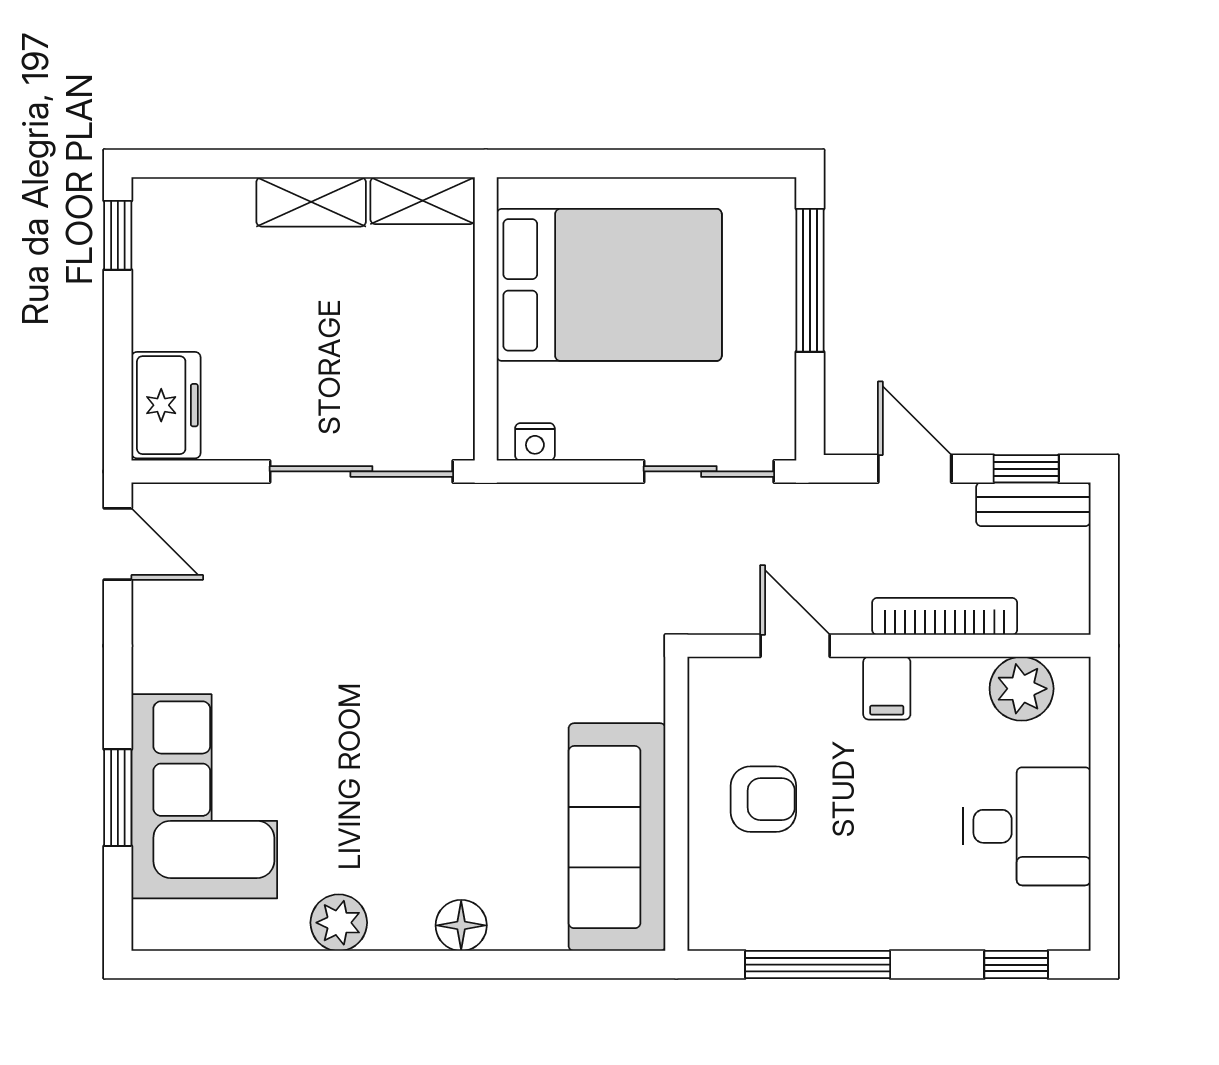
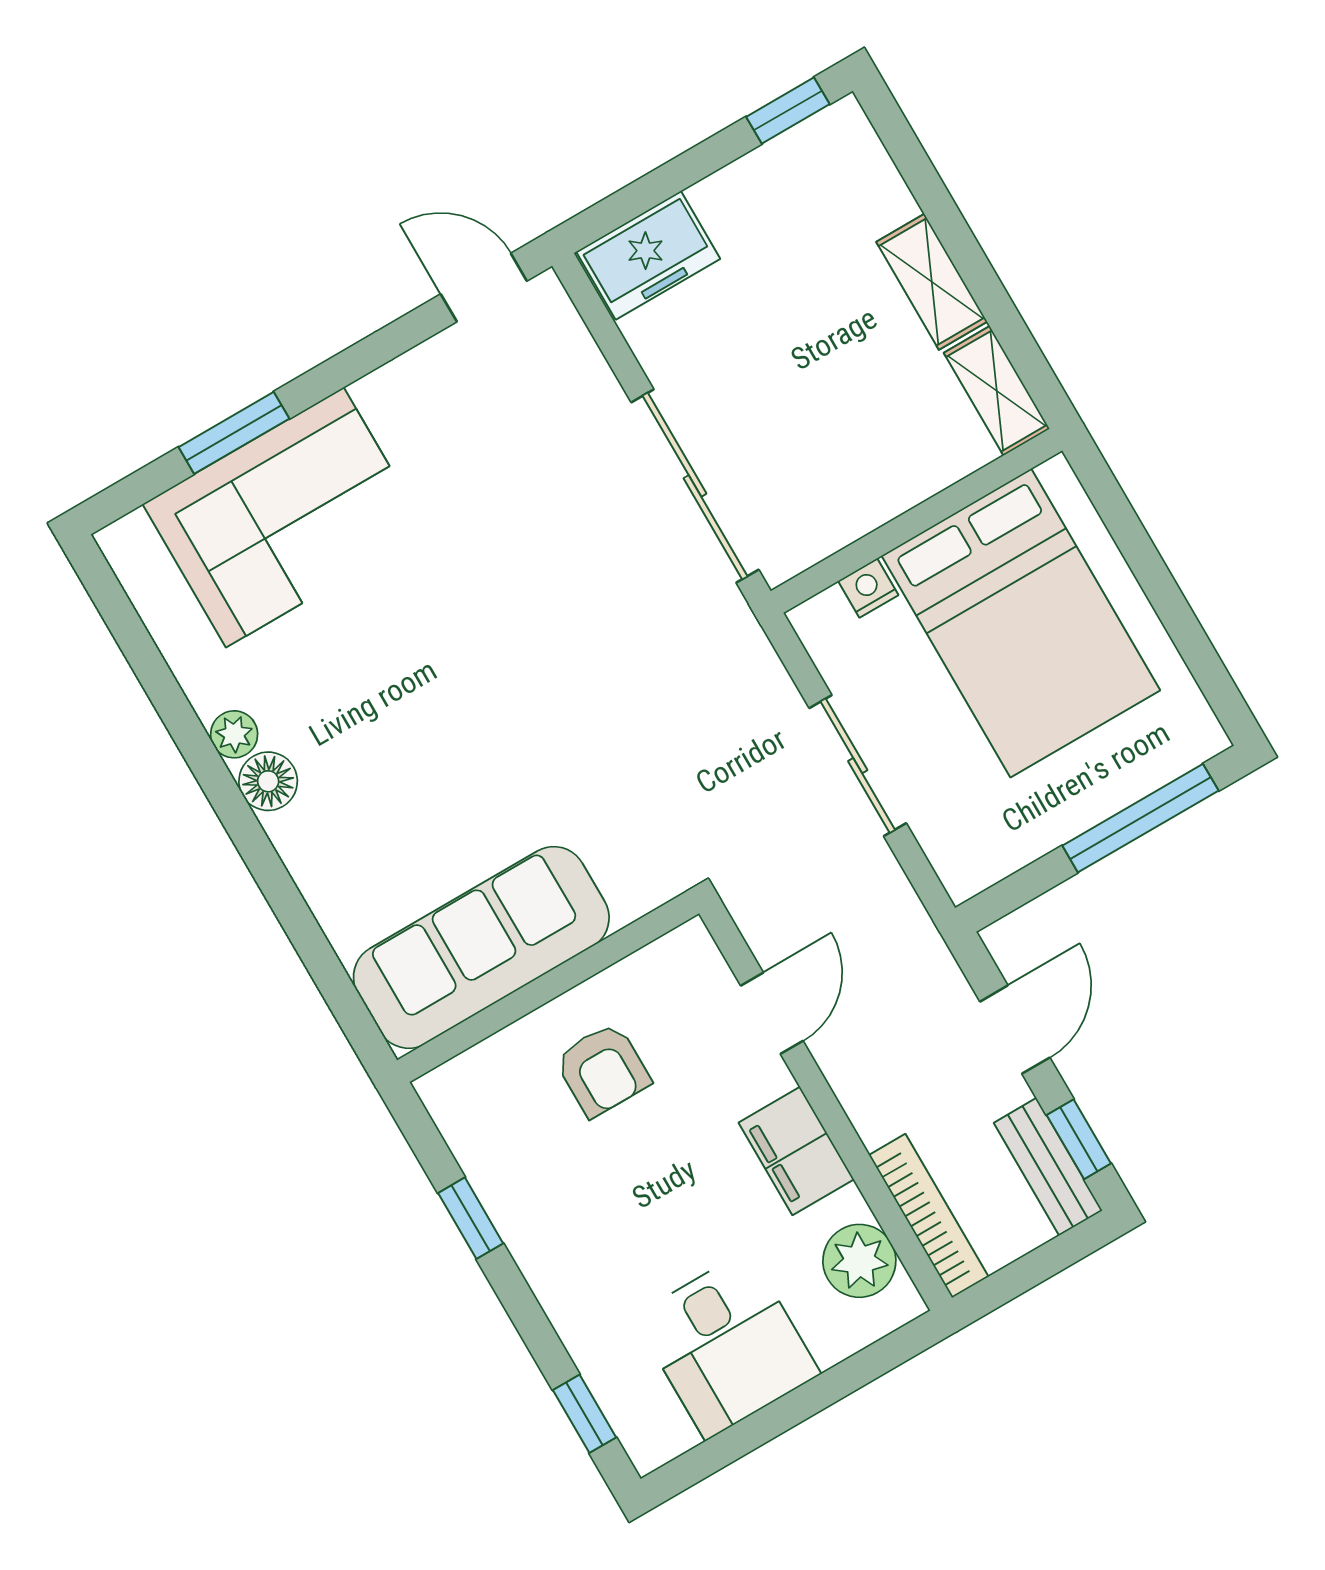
nightstand: (535, 442) -> (868, 588), moved, turned 90
sliding door: (709, 471) -> (858, 766), moved
door: (118, 544) -> (484, 287), swing flipped
bookcase: (945, 616) -> (929, 1216), moved
filing cabinet: (887, 688) -> (796, 1151), width x2.00
plant: (339, 923) -> (234, 734), width x0.73, depth x0.73
floor lamp: (461, 925) -> (268, 781), moved
window: (818, 965) -> (471, 1218), width x0.46

